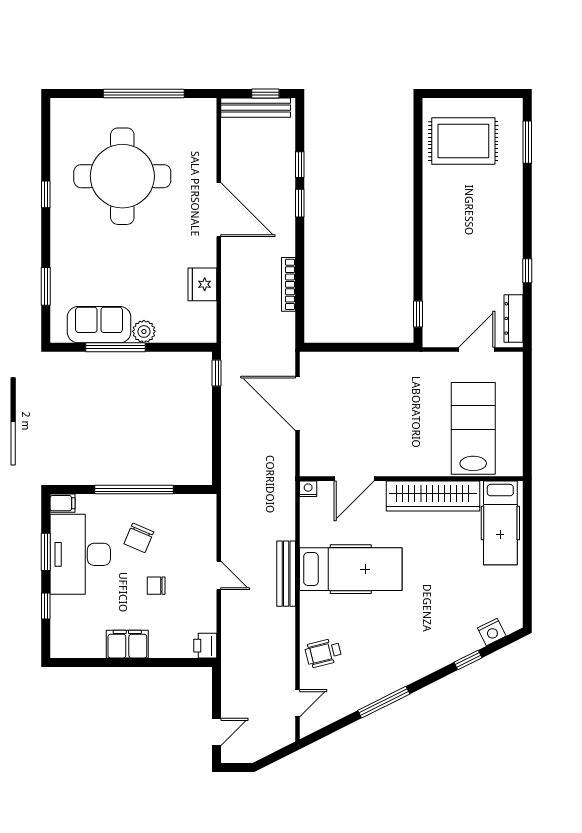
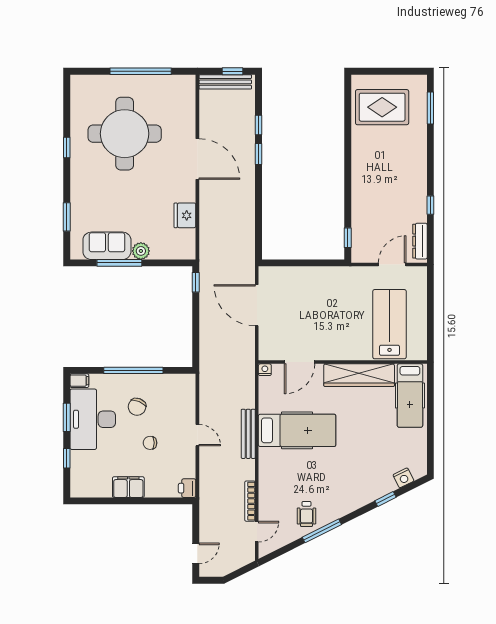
bookcase: (288, 284) -> (250, 501), moved
wheelchair: (323, 653) -> (306, 514), moved, turned -76

